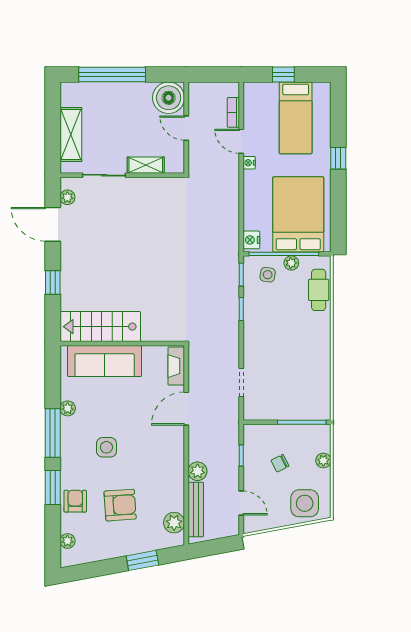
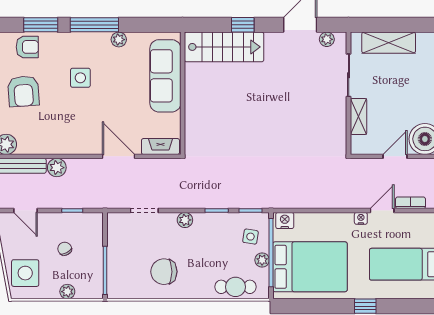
stairs: (100, 327) -> (224, 47), moved, turned 90
plant: (251, 341) -> (185, 220), added
chair: (303, 363) -> (164, 272), added
door: (241, 503) -> (25, 211), hinge flipped

